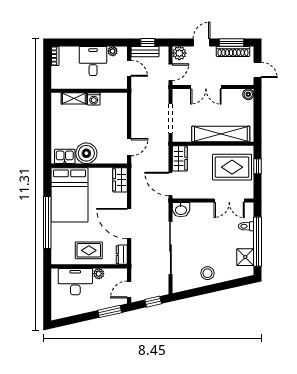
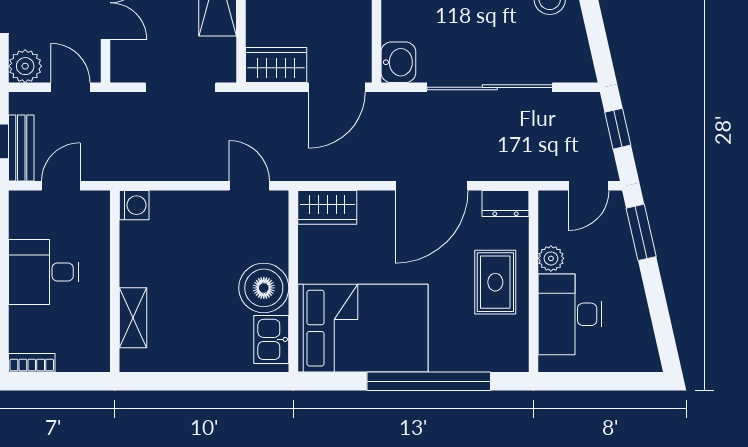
plant: (113, 51) -> (20, 225), removed
washing machine: (94, 99) -> (134, 205), moved
door: (129, 290) -> (589, 186), hinge flipped

